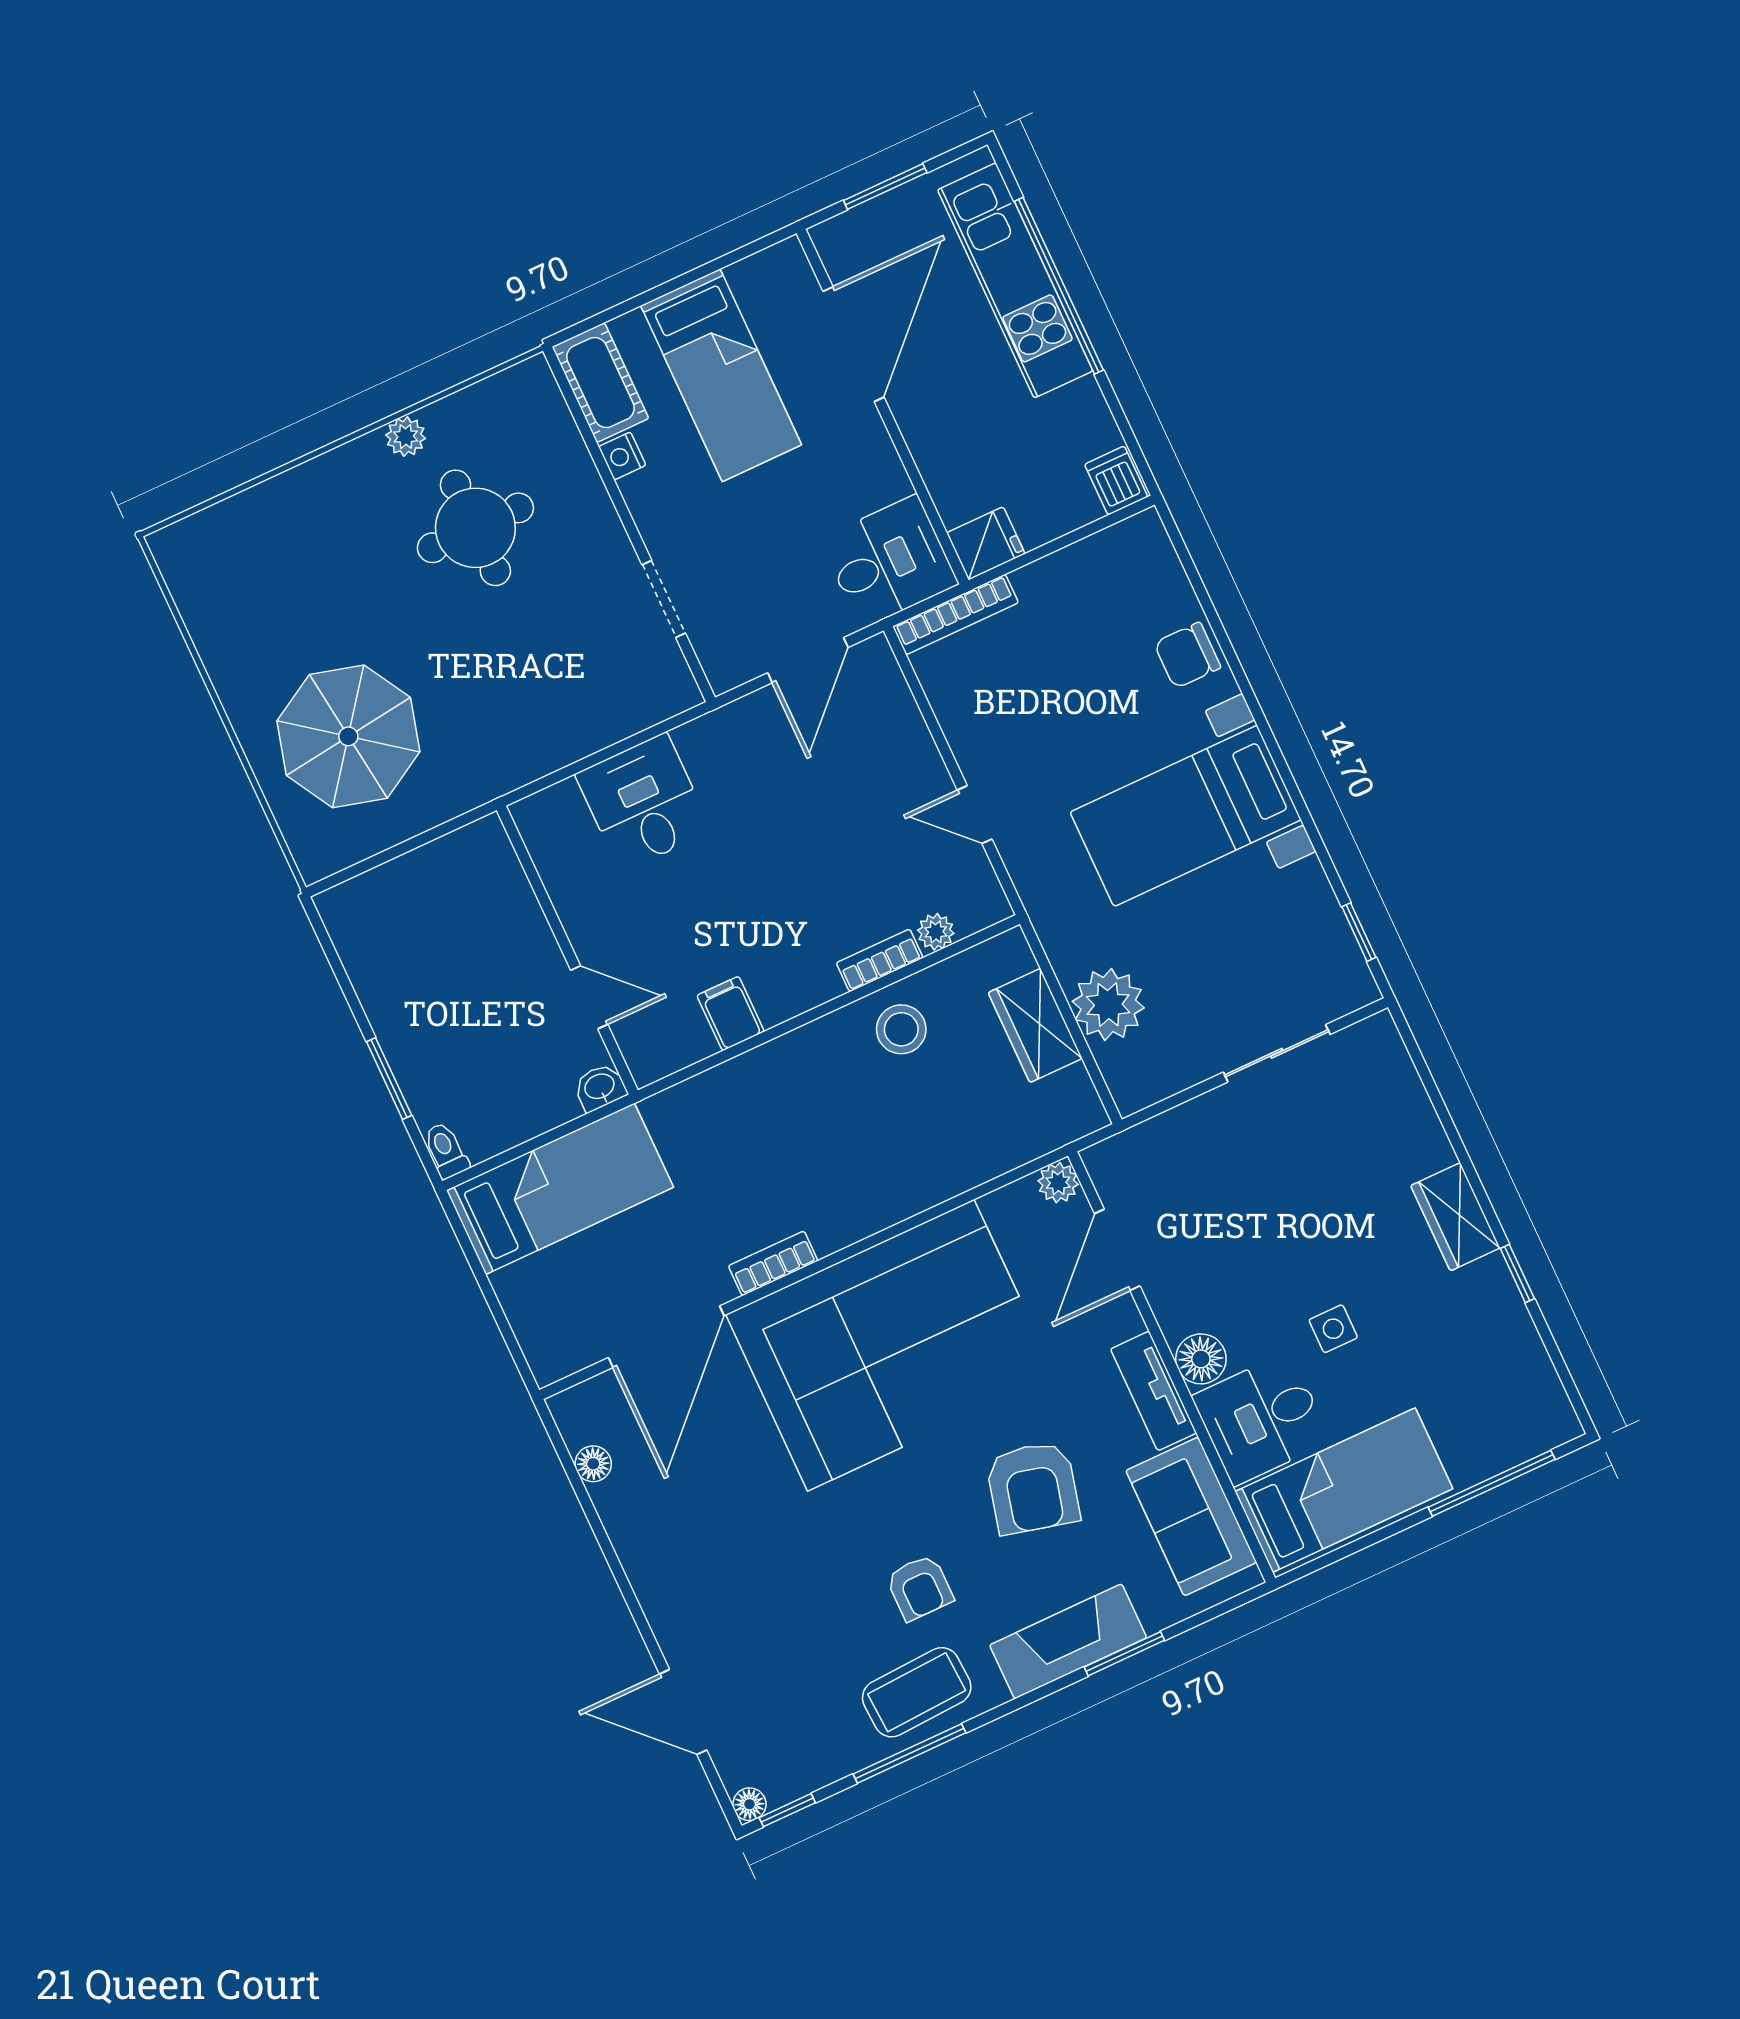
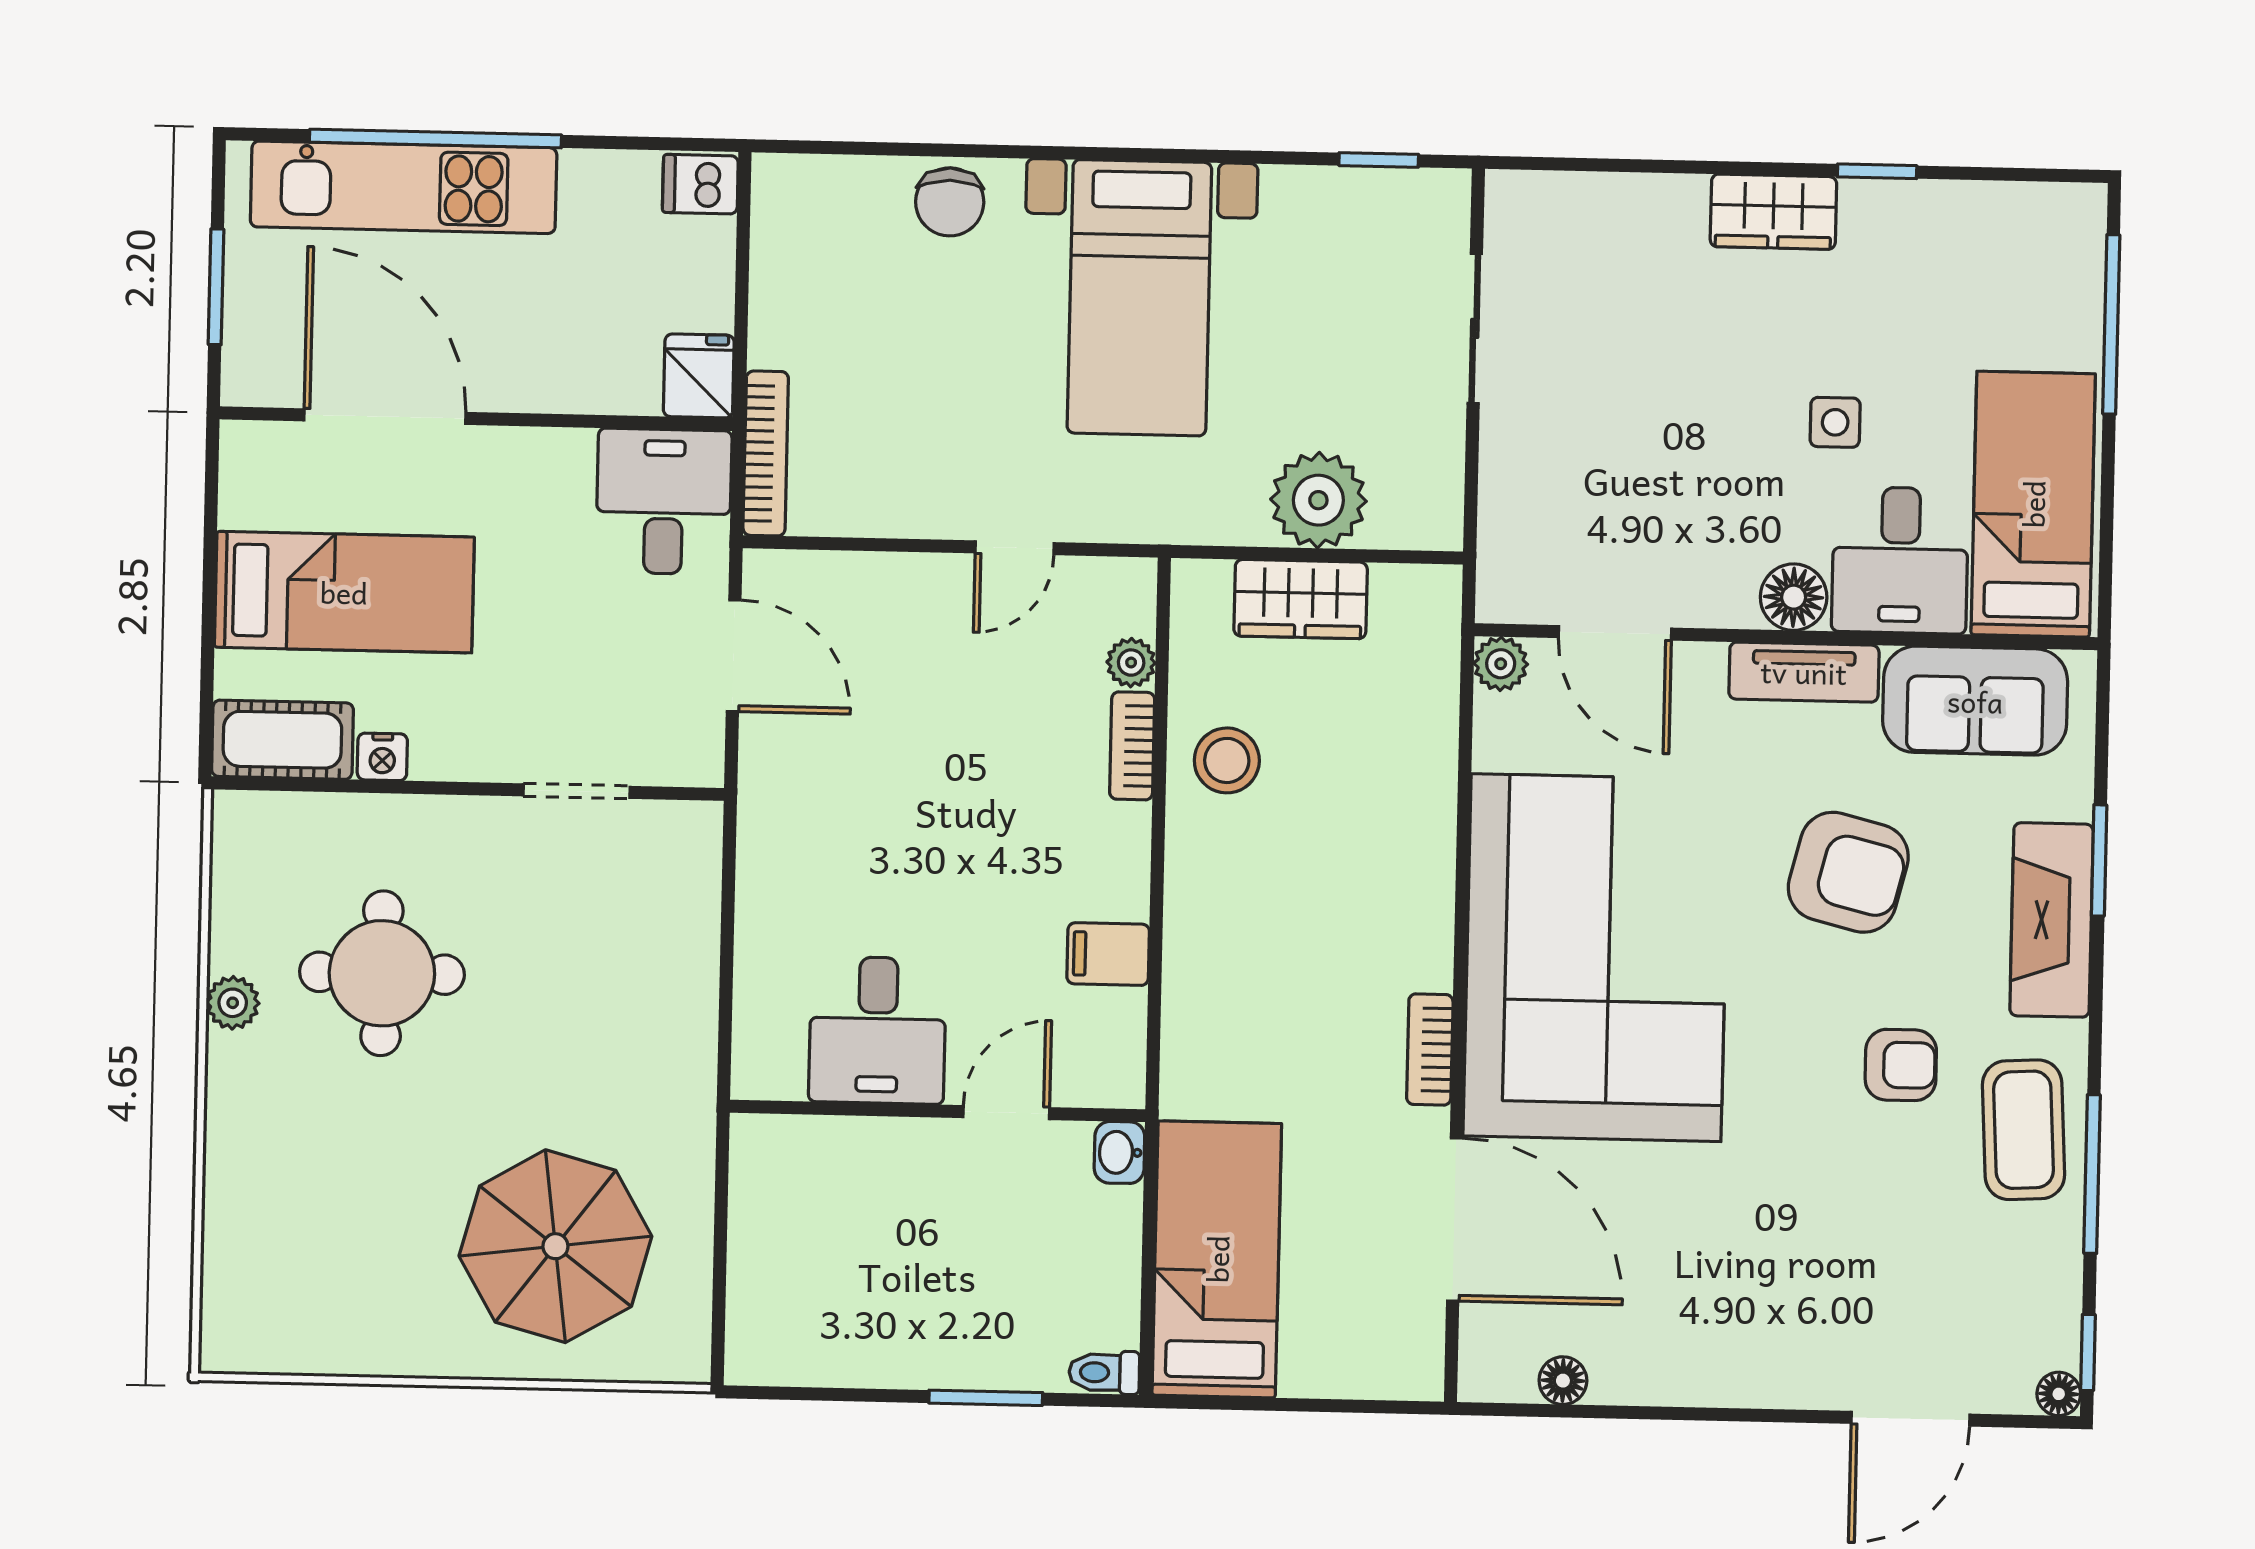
desk: (644, 803) -> (877, 1030), moved, turned -90

